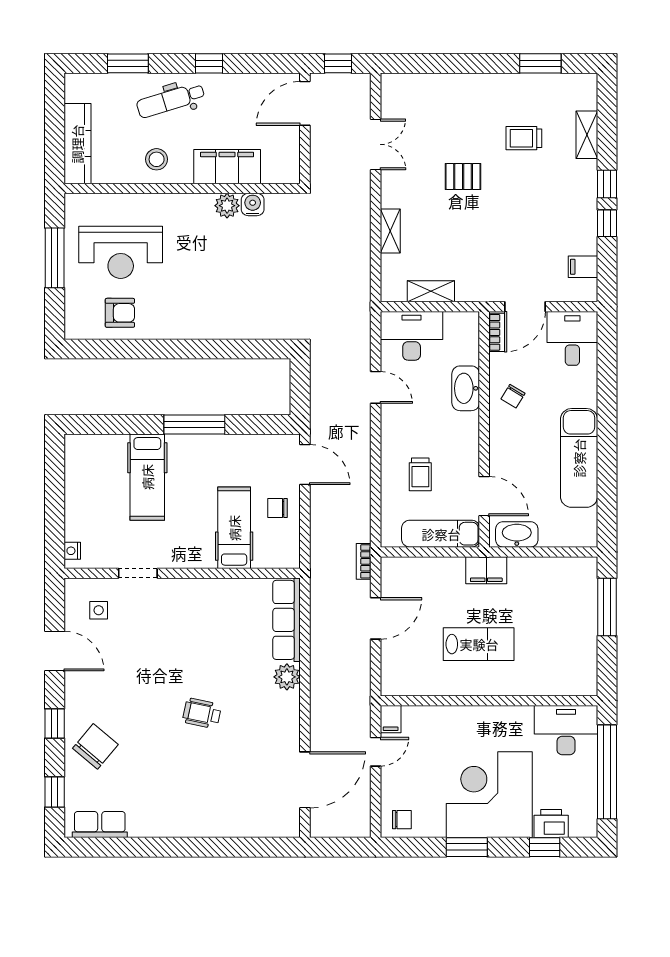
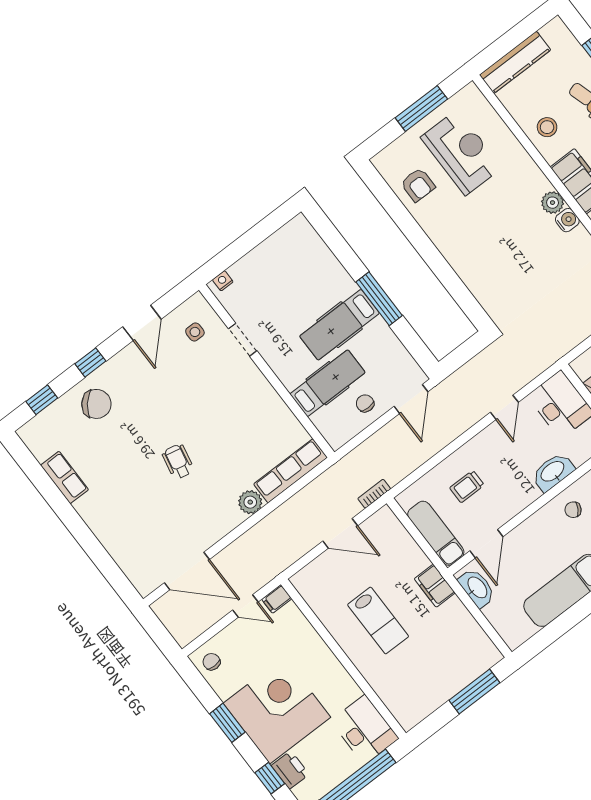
reception desk: (121, 252) -> (461, 152), turned 180
hospital bed: (147, 477) -> (340, 325), moved
chair: (402, 820) -> (211, 662), turned 180
row of seats: (100, 825) -> (64, 477), moved

